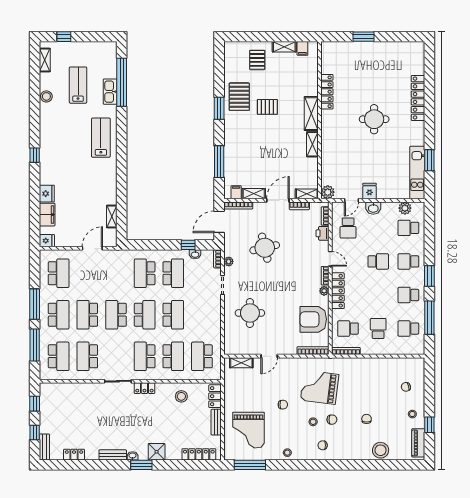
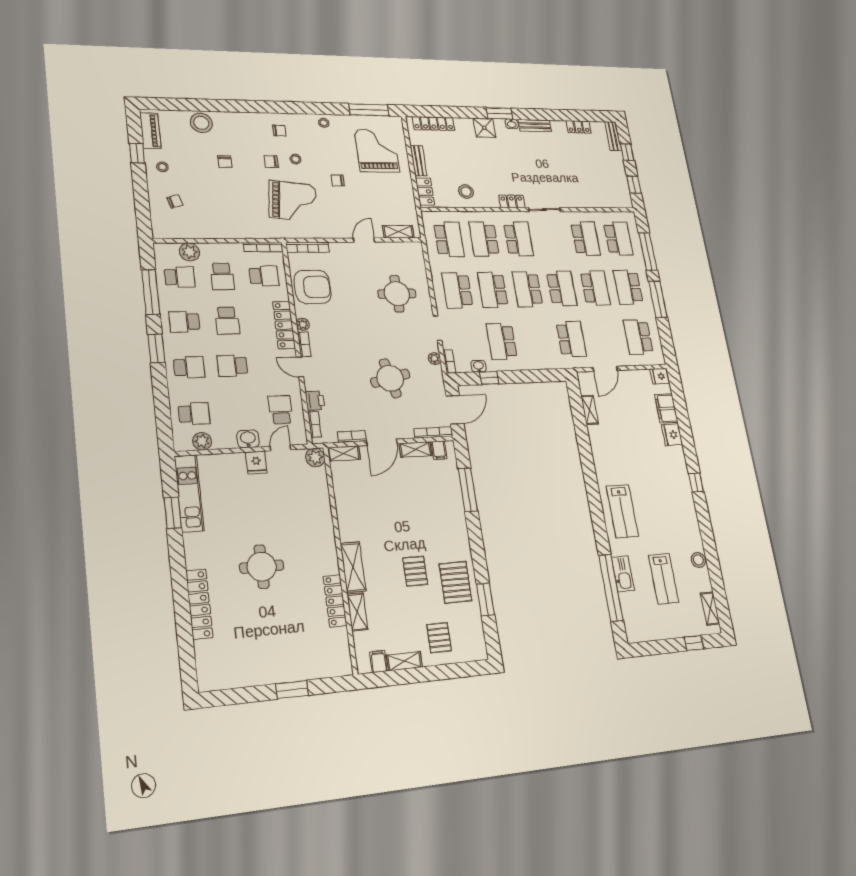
pallet: (267, 107) -> (415, 571), turned 90
window: (219, 108) -> (485, 599), moved
shelving: (312, 144) -> (357, 612), moved
school desk: (145, 273) -> (571, 339), moved
school desk: (378, 295) -> (227, 321), added
school desk: (408, 295) -> (184, 322), turned 180
school desk: (202, 315) -> (457, 290), added
plant: (399, 348) -> (189, 252), added
school desk: (59, 356) -> (618, 239), turned 180

